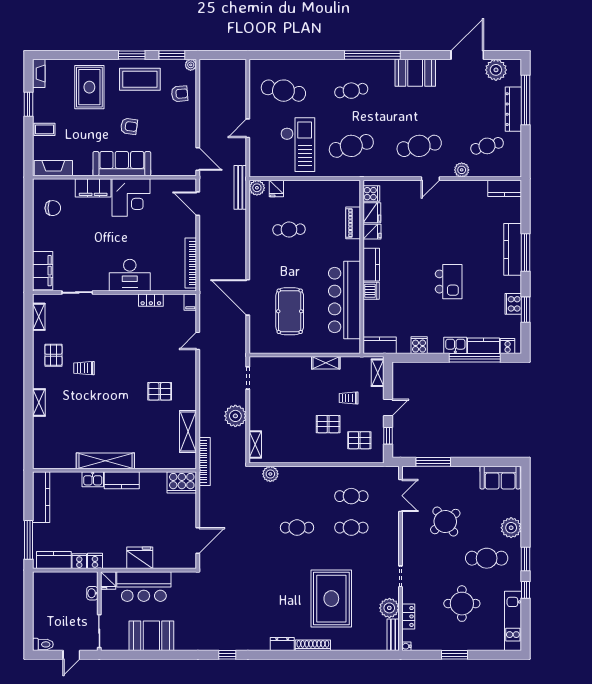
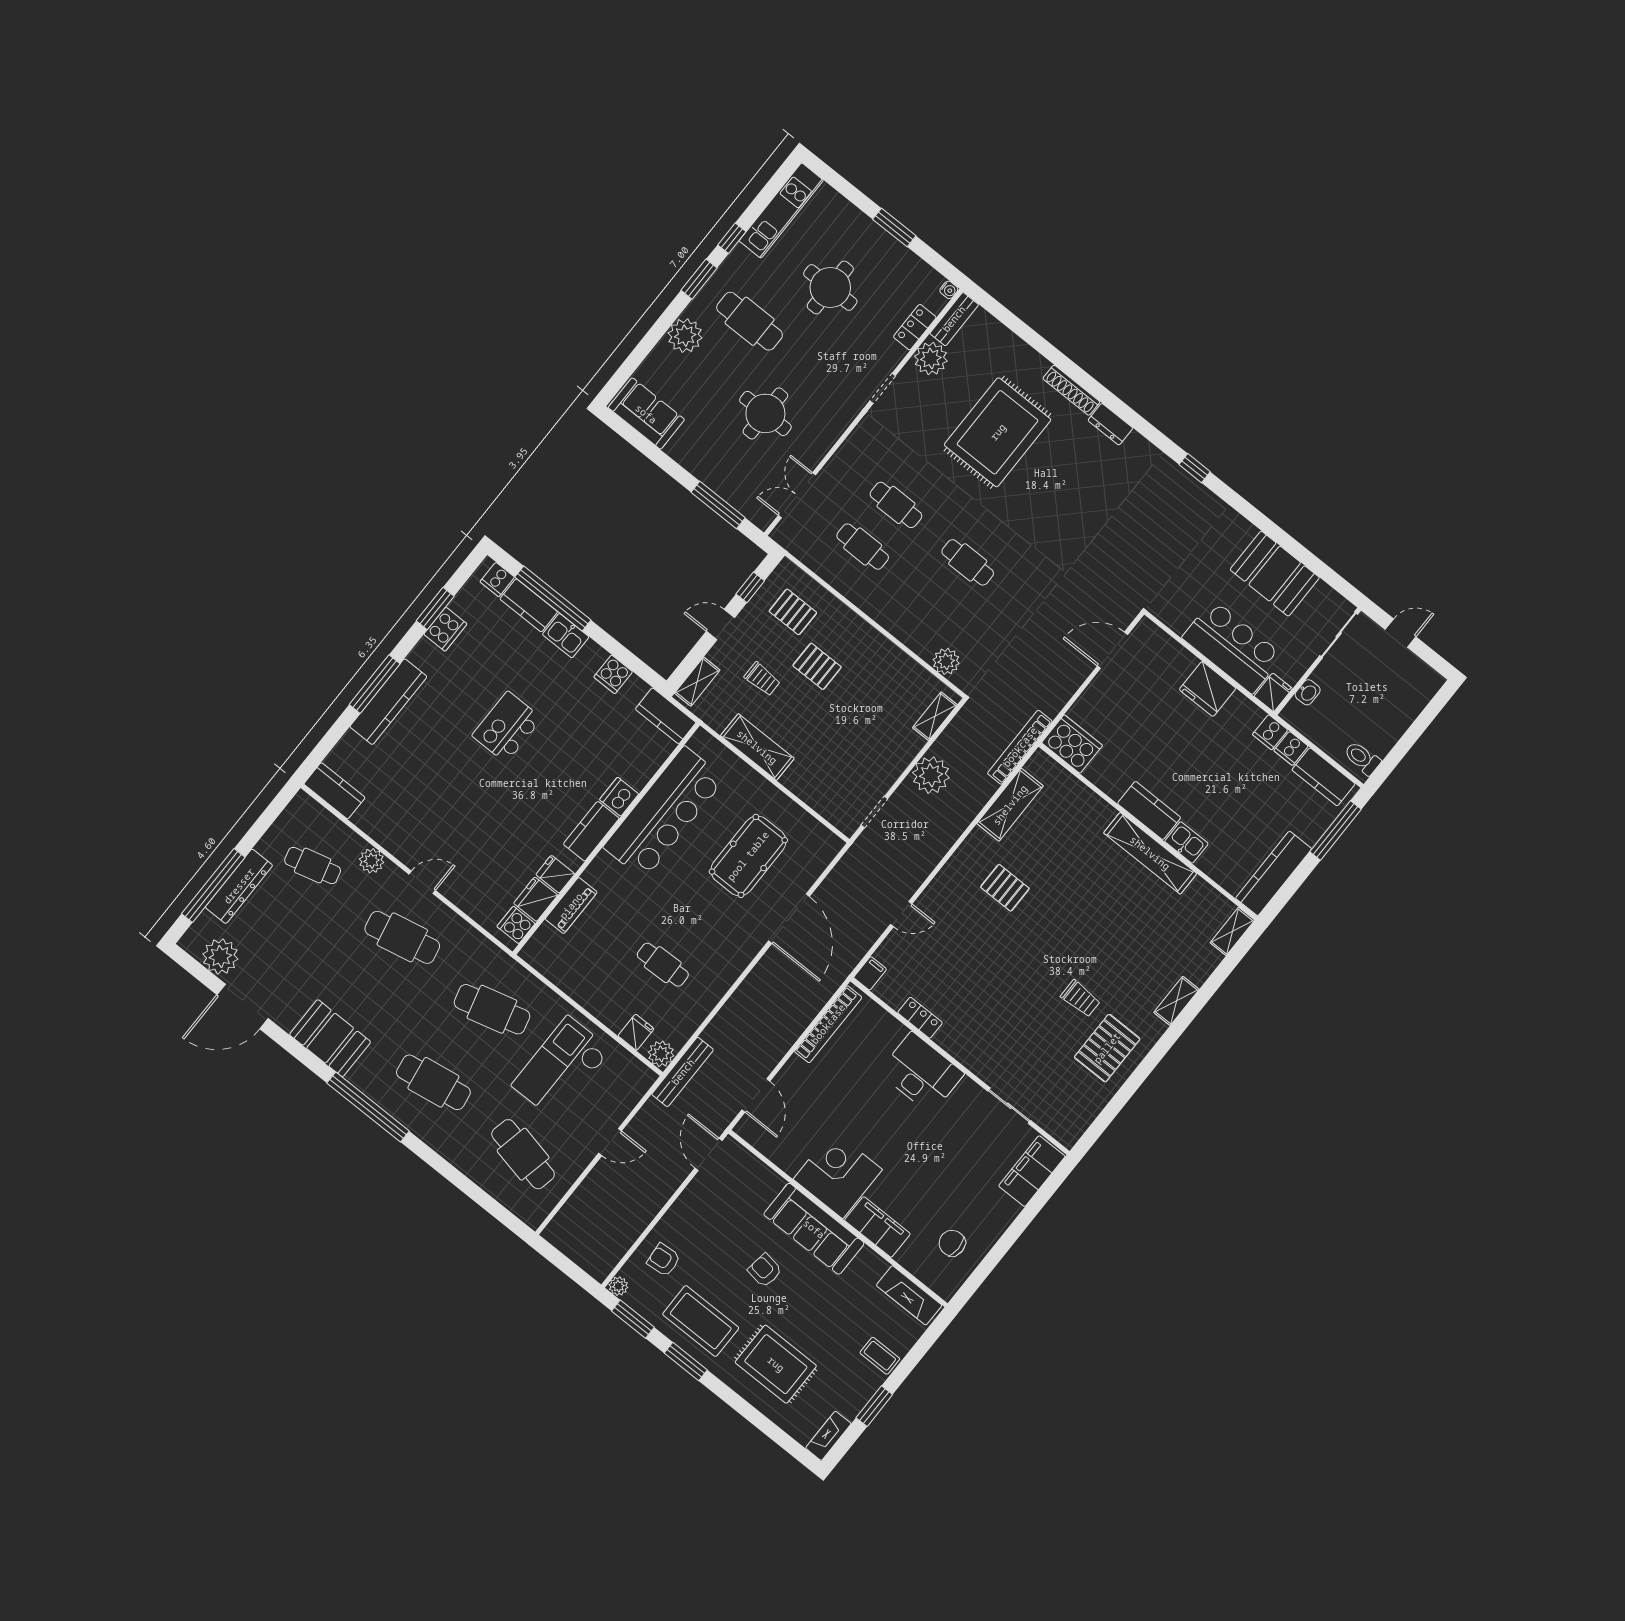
rug: (89, 87) -> (776, 1364), turned 90
cafe table: (351, 91) -> (433, 1082), width x1.37, depth x1.35
shelving: (39, 317) -> (1232, 931), moved
pallet: (53, 355) -> (1107, 1048), width x1.50, depth x1.42
shelving: (326, 363) -> (757, 747), width x1.50, depth x1.33
round table: (445, 522) -> (765, 413), turned 38
toilet: (43, 644) -> (1362, 758), moved

